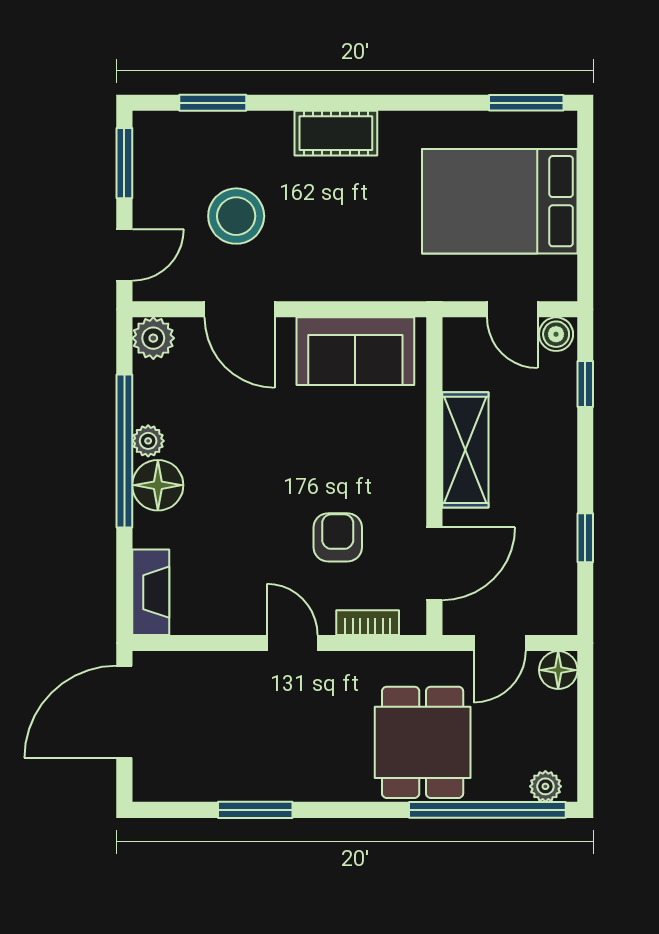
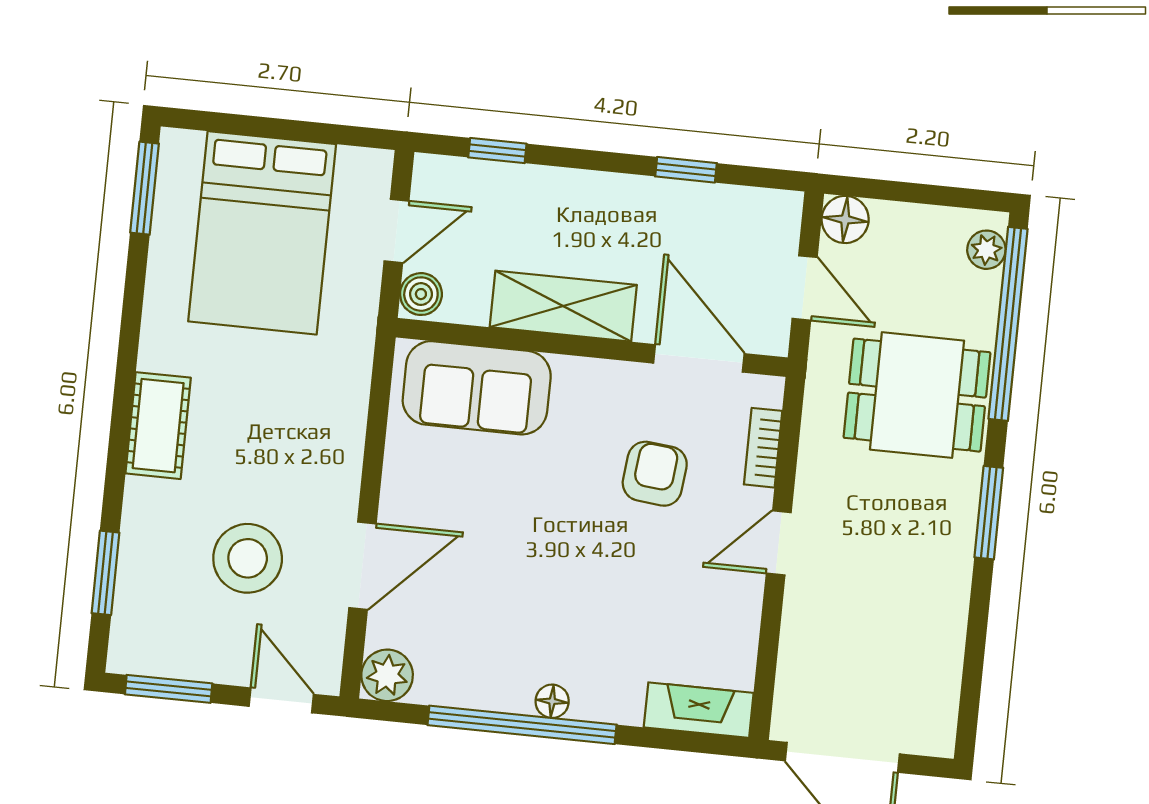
boiler: (556, 334) -> (421, 294), moved
sofa: (355, 351) -> (477, 388), moved, turned 90
plant: (148, 441) -> (513, 694), removed
floor lamp: (158, 485) -> (552, 701), width x0.53, depth x0.53
armchair: (338, 537) -> (655, 474), turned 96
window: (255, 810) -> (989, 513), moved

